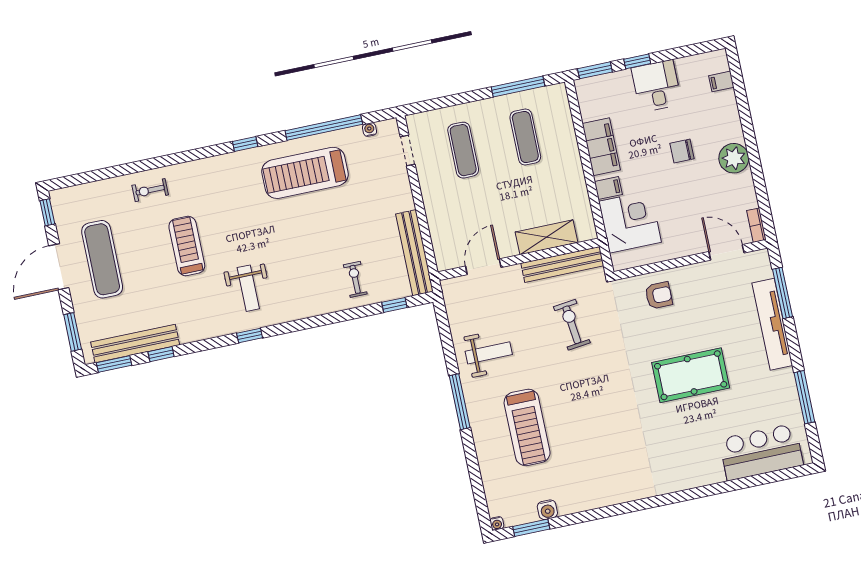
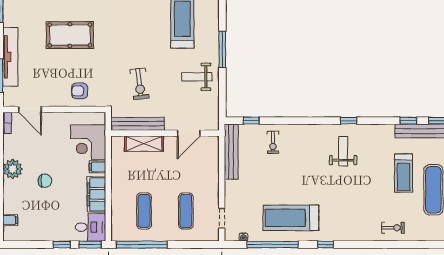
desk: (657, 86) -> (90, 227), moved, turned -90
window: (518, 87) -> (142, 245), width x1.46
treadmill: (305, 173) -> (291, 218), turned 180
treadmill: (187, 246) -> (403, 173), moved

